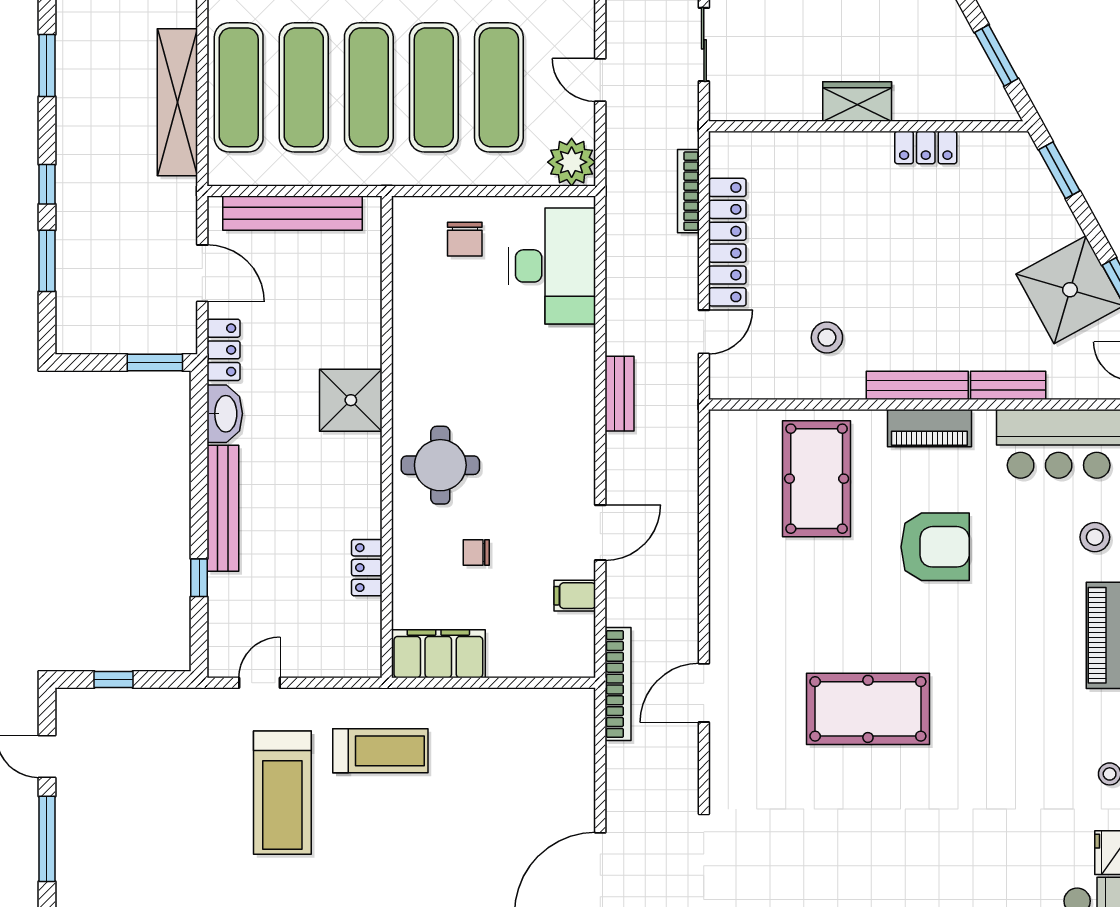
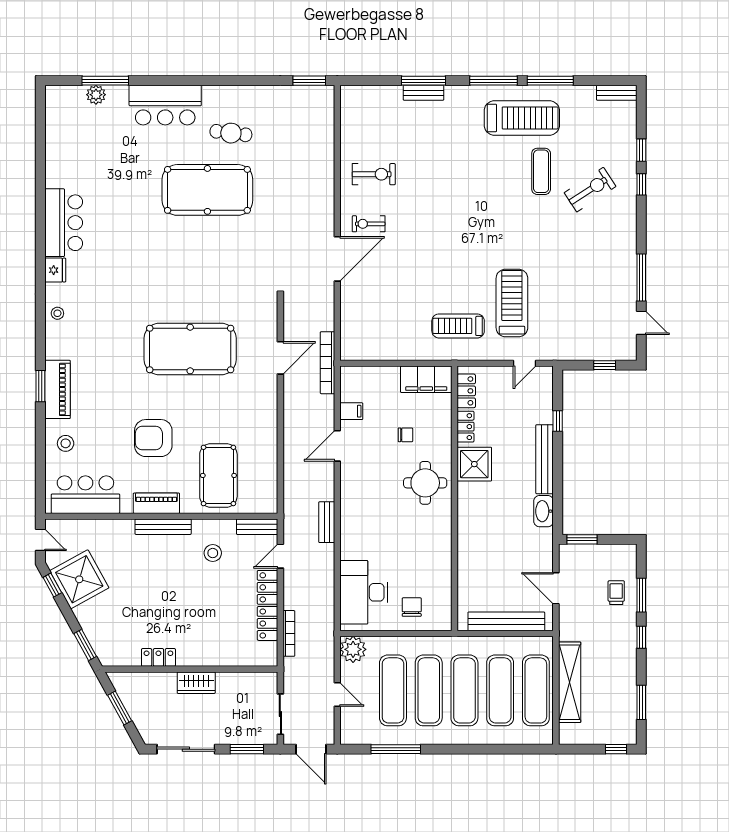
trolley: (93, 265) -> (616, 593), added
locker: (224, 350) -> (466, 391), moved, turned 180
bench: (1008, 385) -> (257, 527), moved
shower: (351, 400) -> (474, 464), moved
pool table: (868, 709) -> (190, 349), width x1.36, depth x1.32

